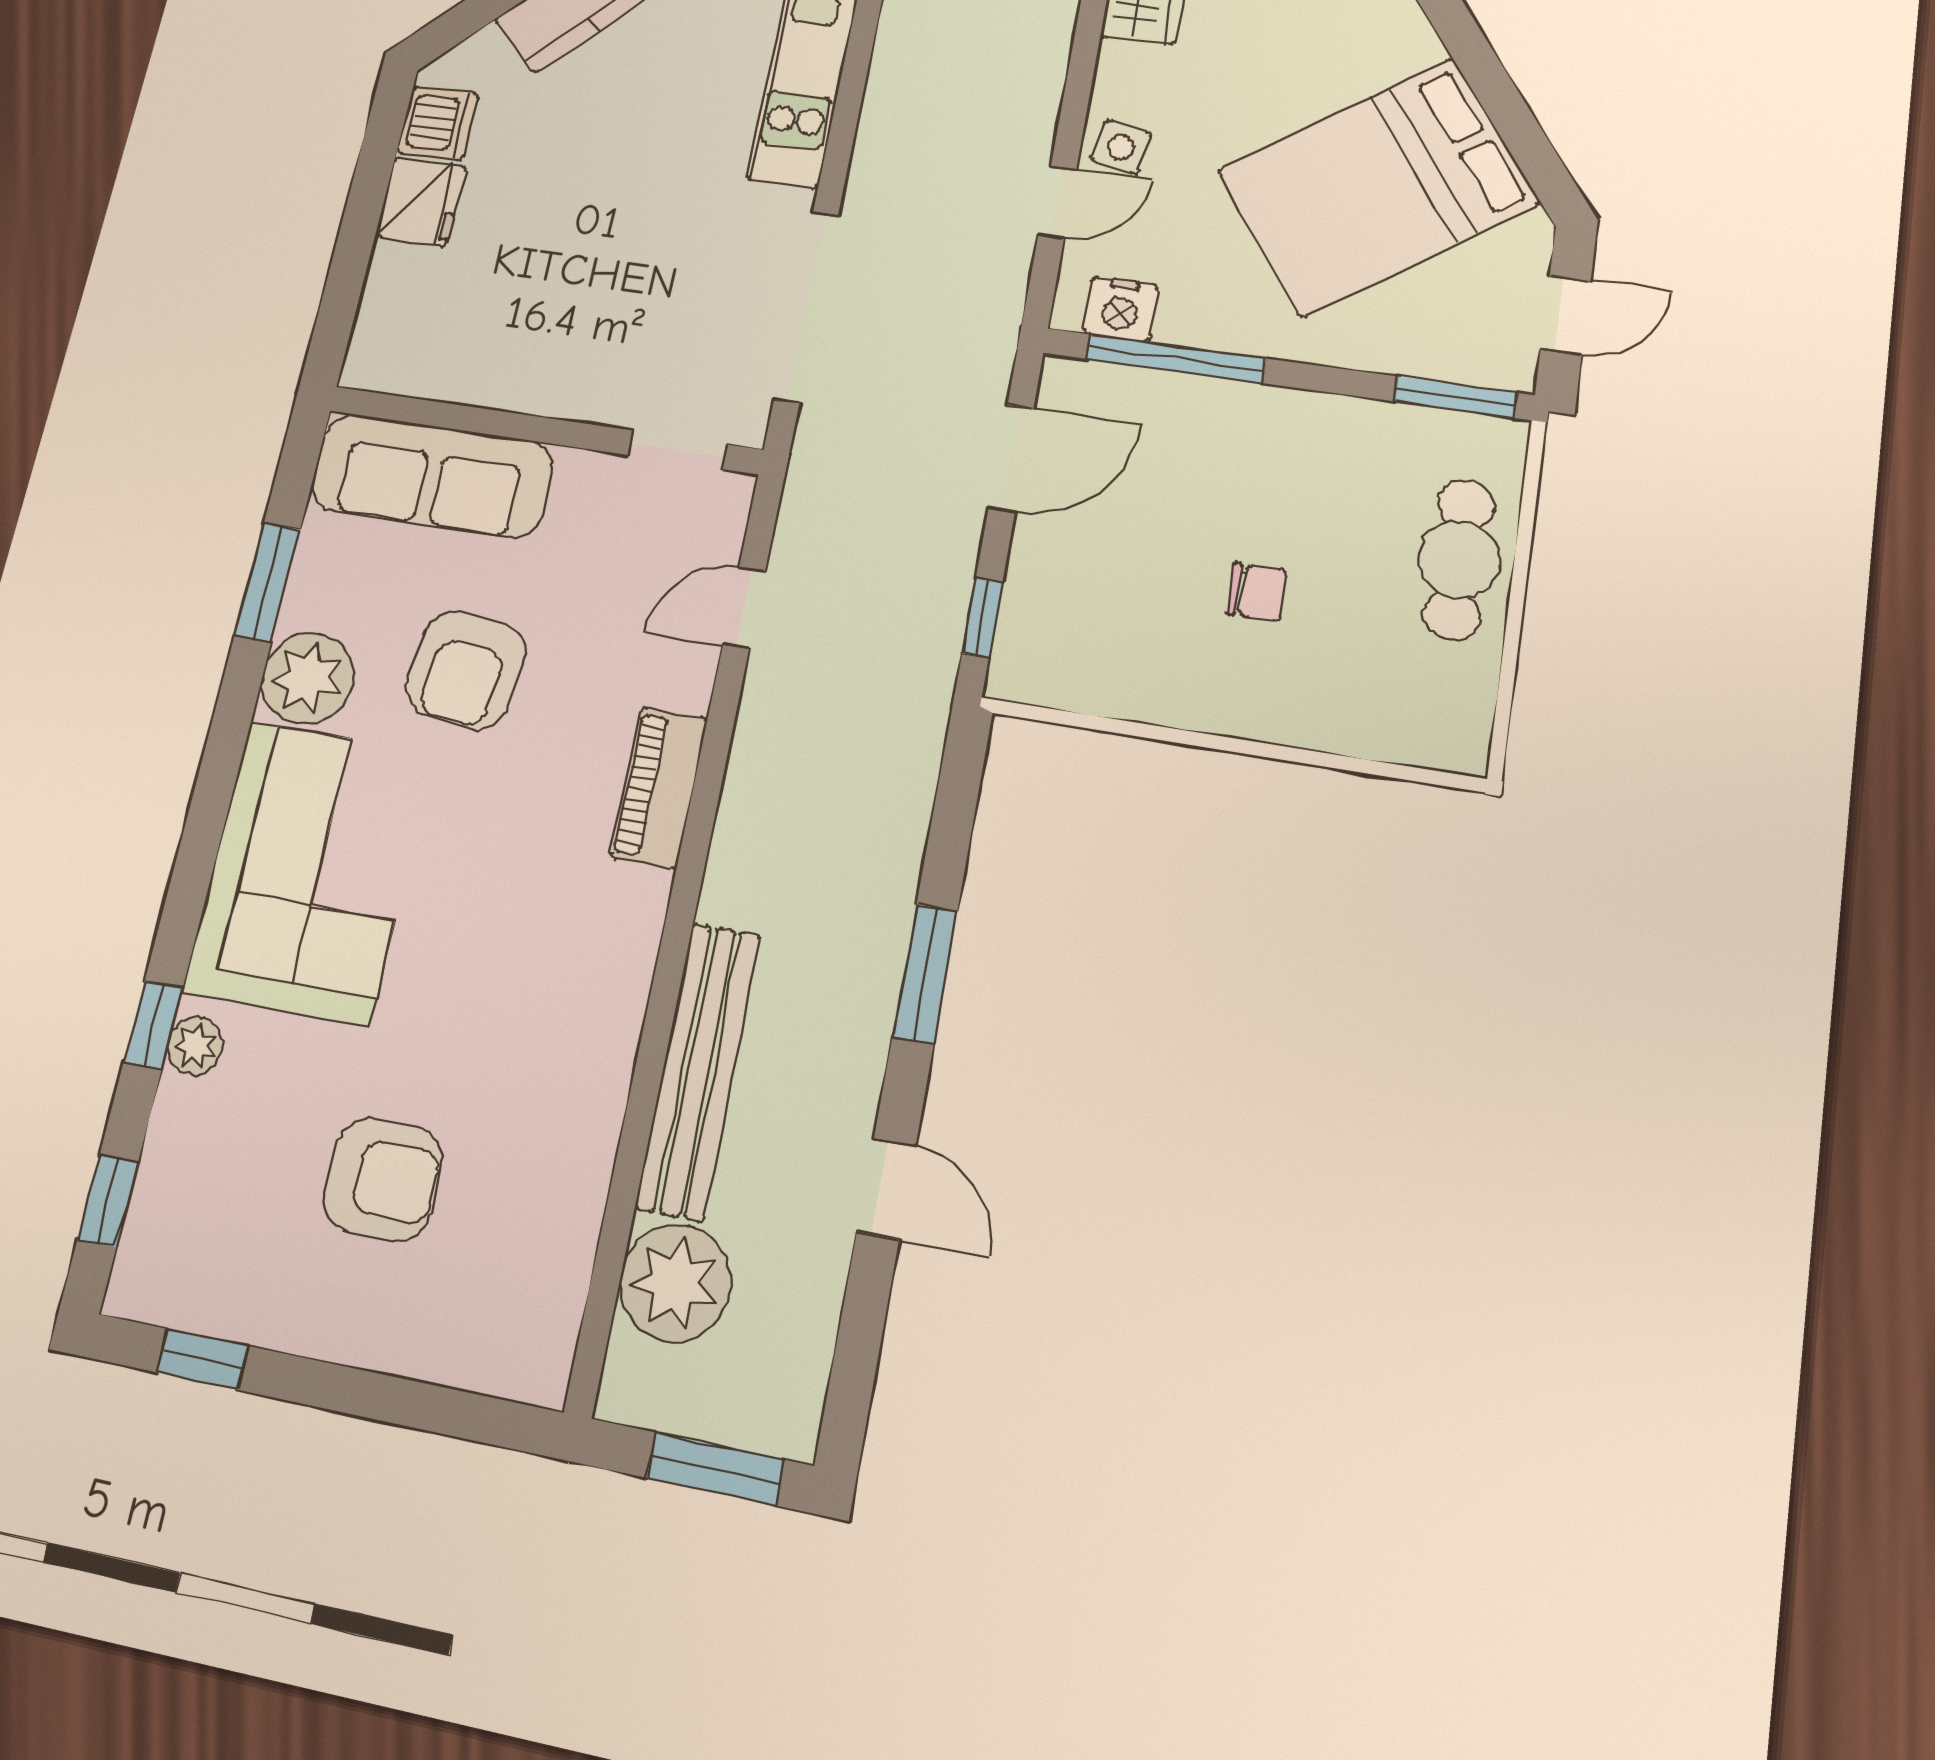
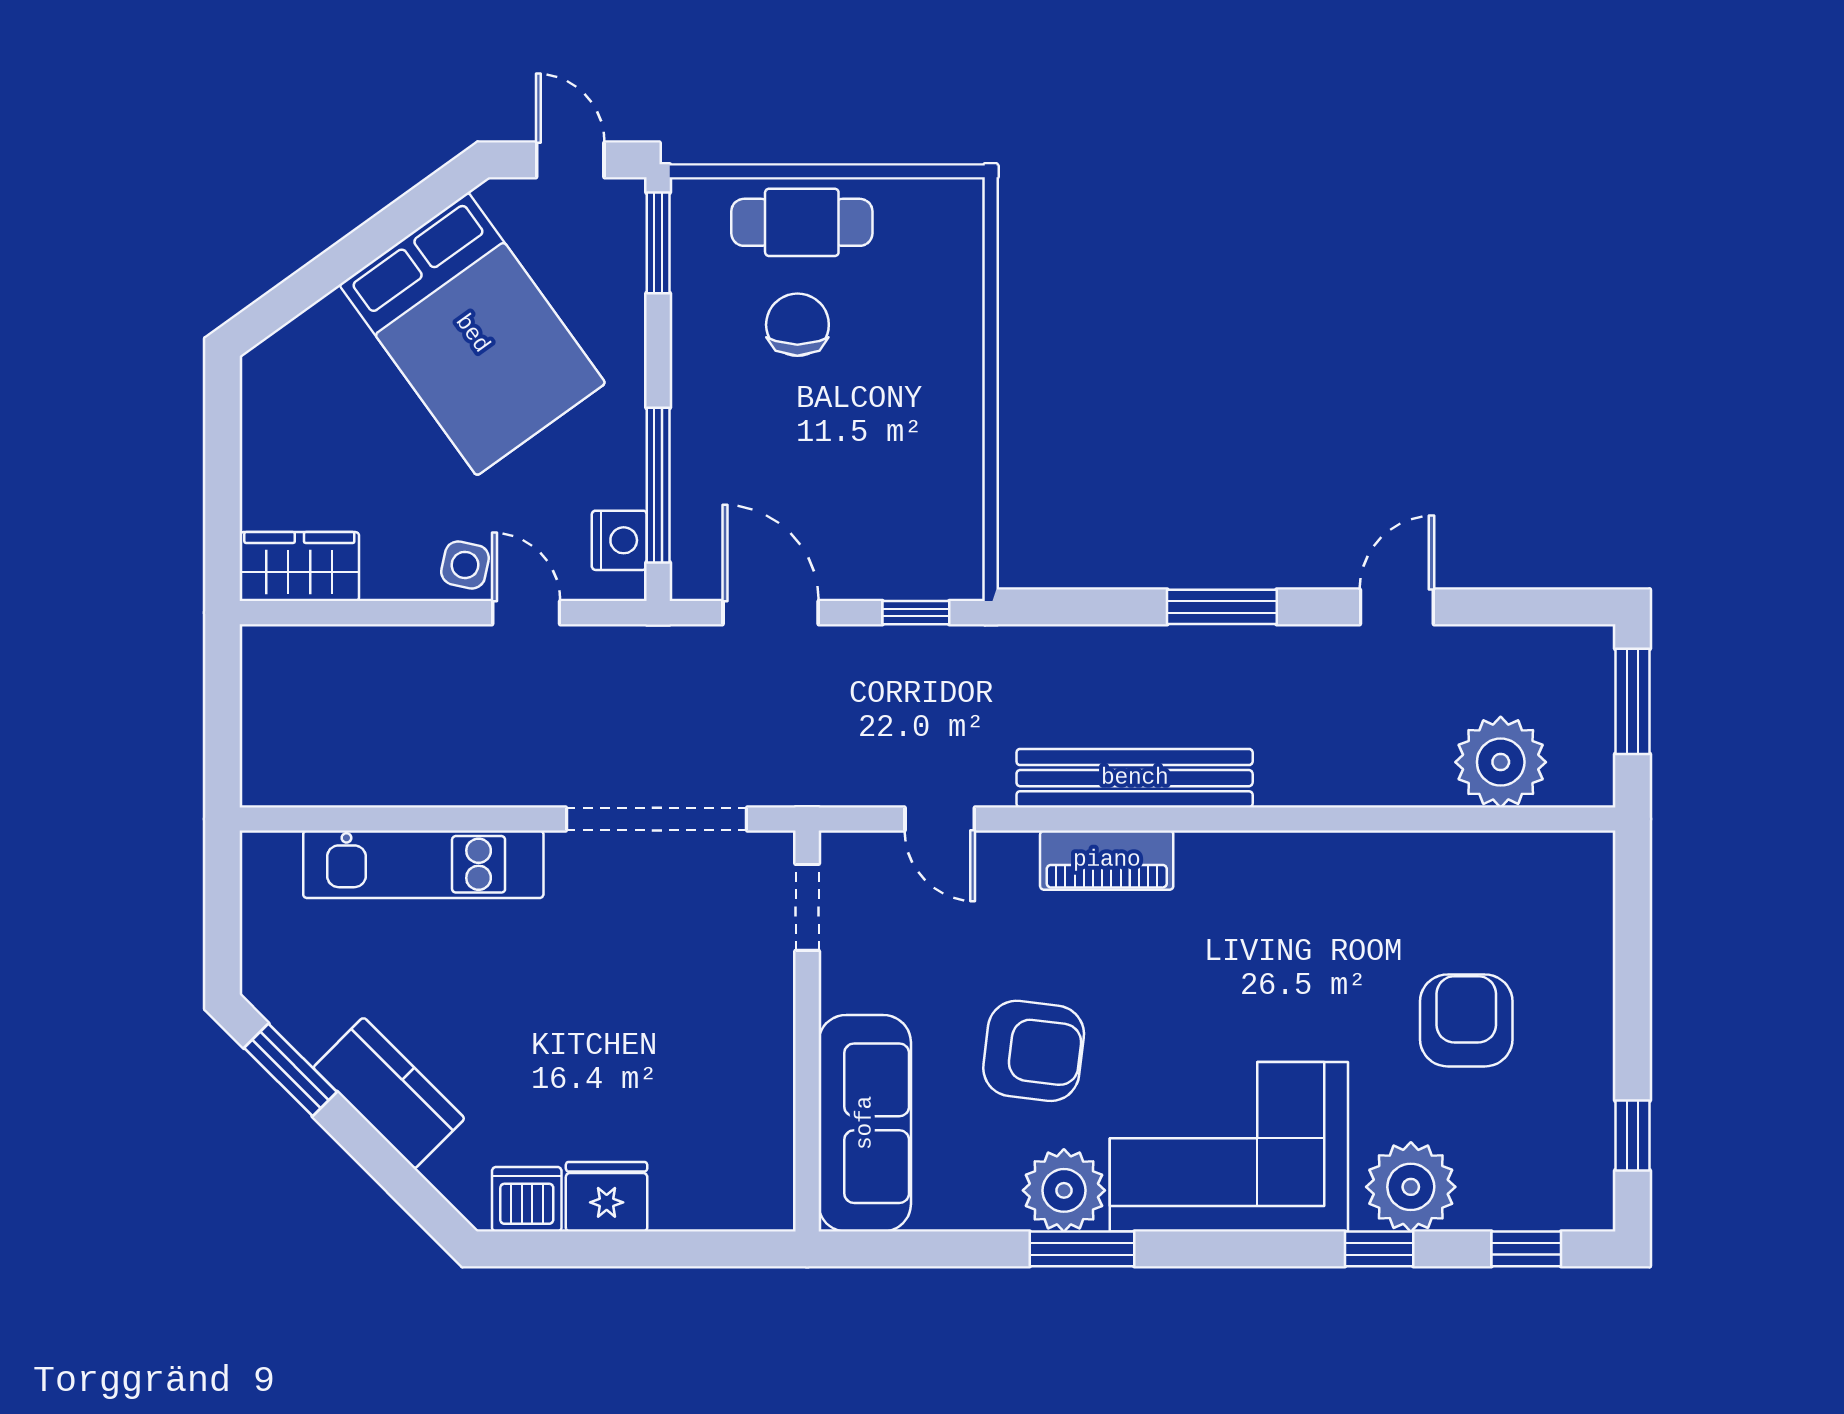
window: (267, 582) -> (1082, 1249), moved
chair: (1257, 592) -> (797, 325), moved, width x1.37, depth x1.37
plant: (195, 1046) -> (1411, 1187), width x1.88, depth x1.88
bench: (698, 1070) -> (1135, 778), moved

